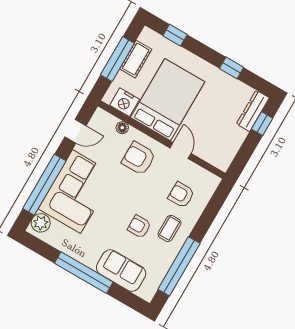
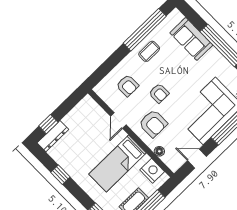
bed: (168, 100) -> (118, 164), width x0.67
armchair: (139, 227) -> (159, 93), moved
coffee table: (170, 228) -> (149, 51), moved

